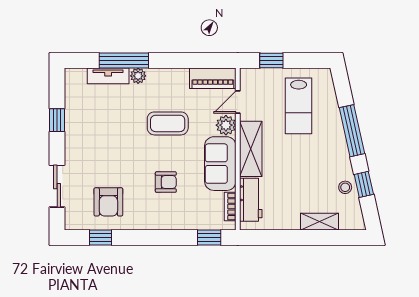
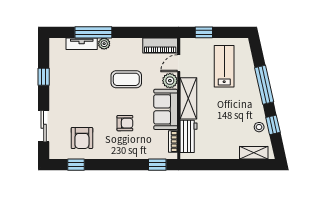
lab bench: (299, 106) -> (224, 66), turned 180
shelving: (320, 222) -> (254, 153), moved

